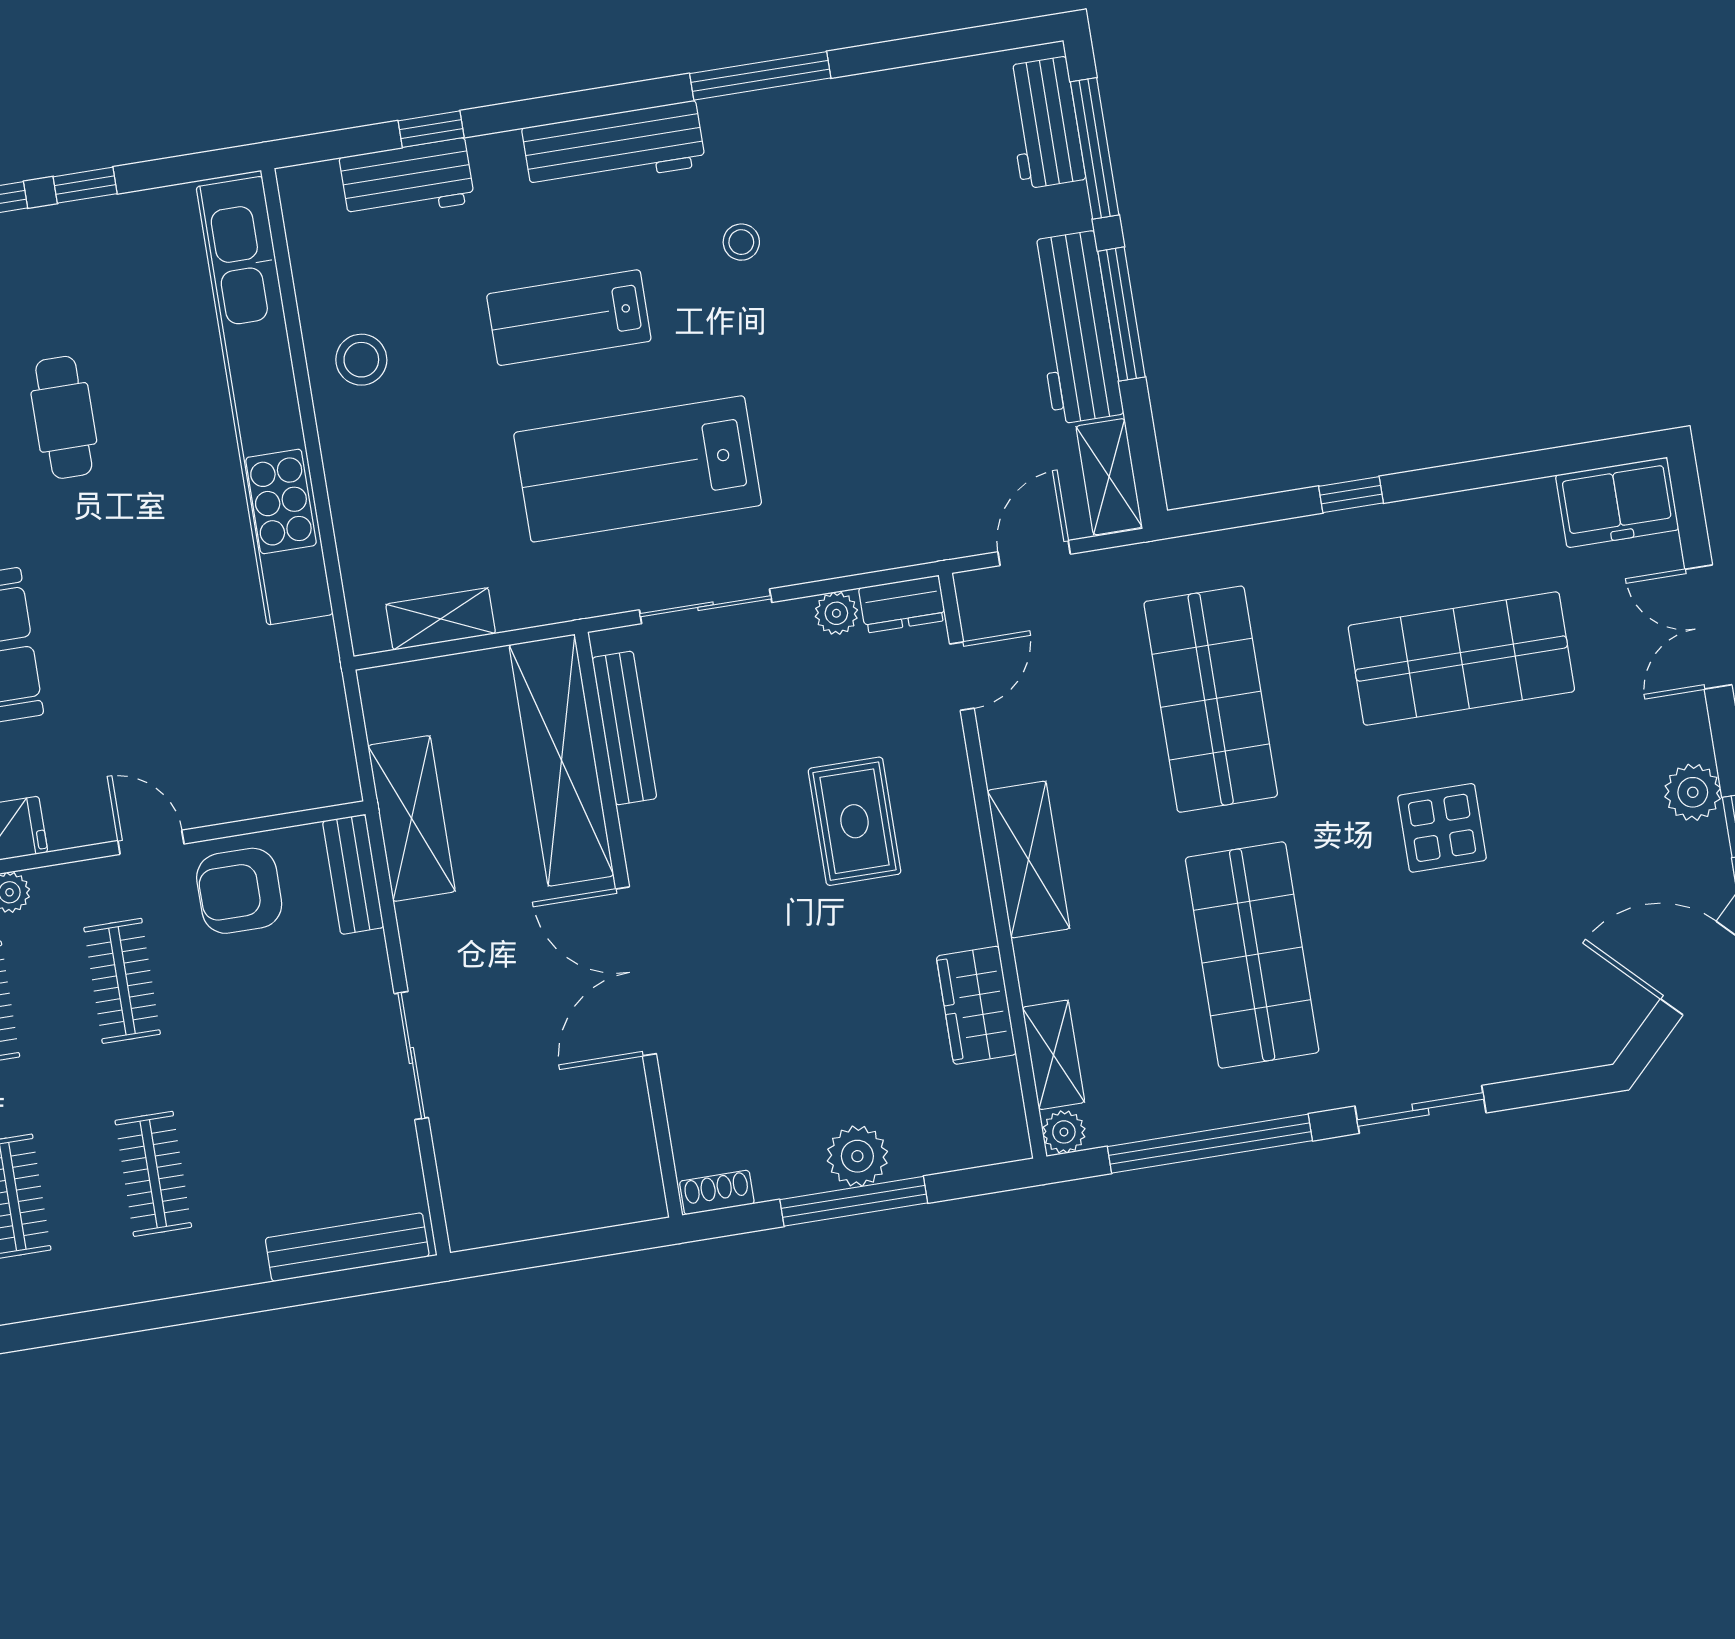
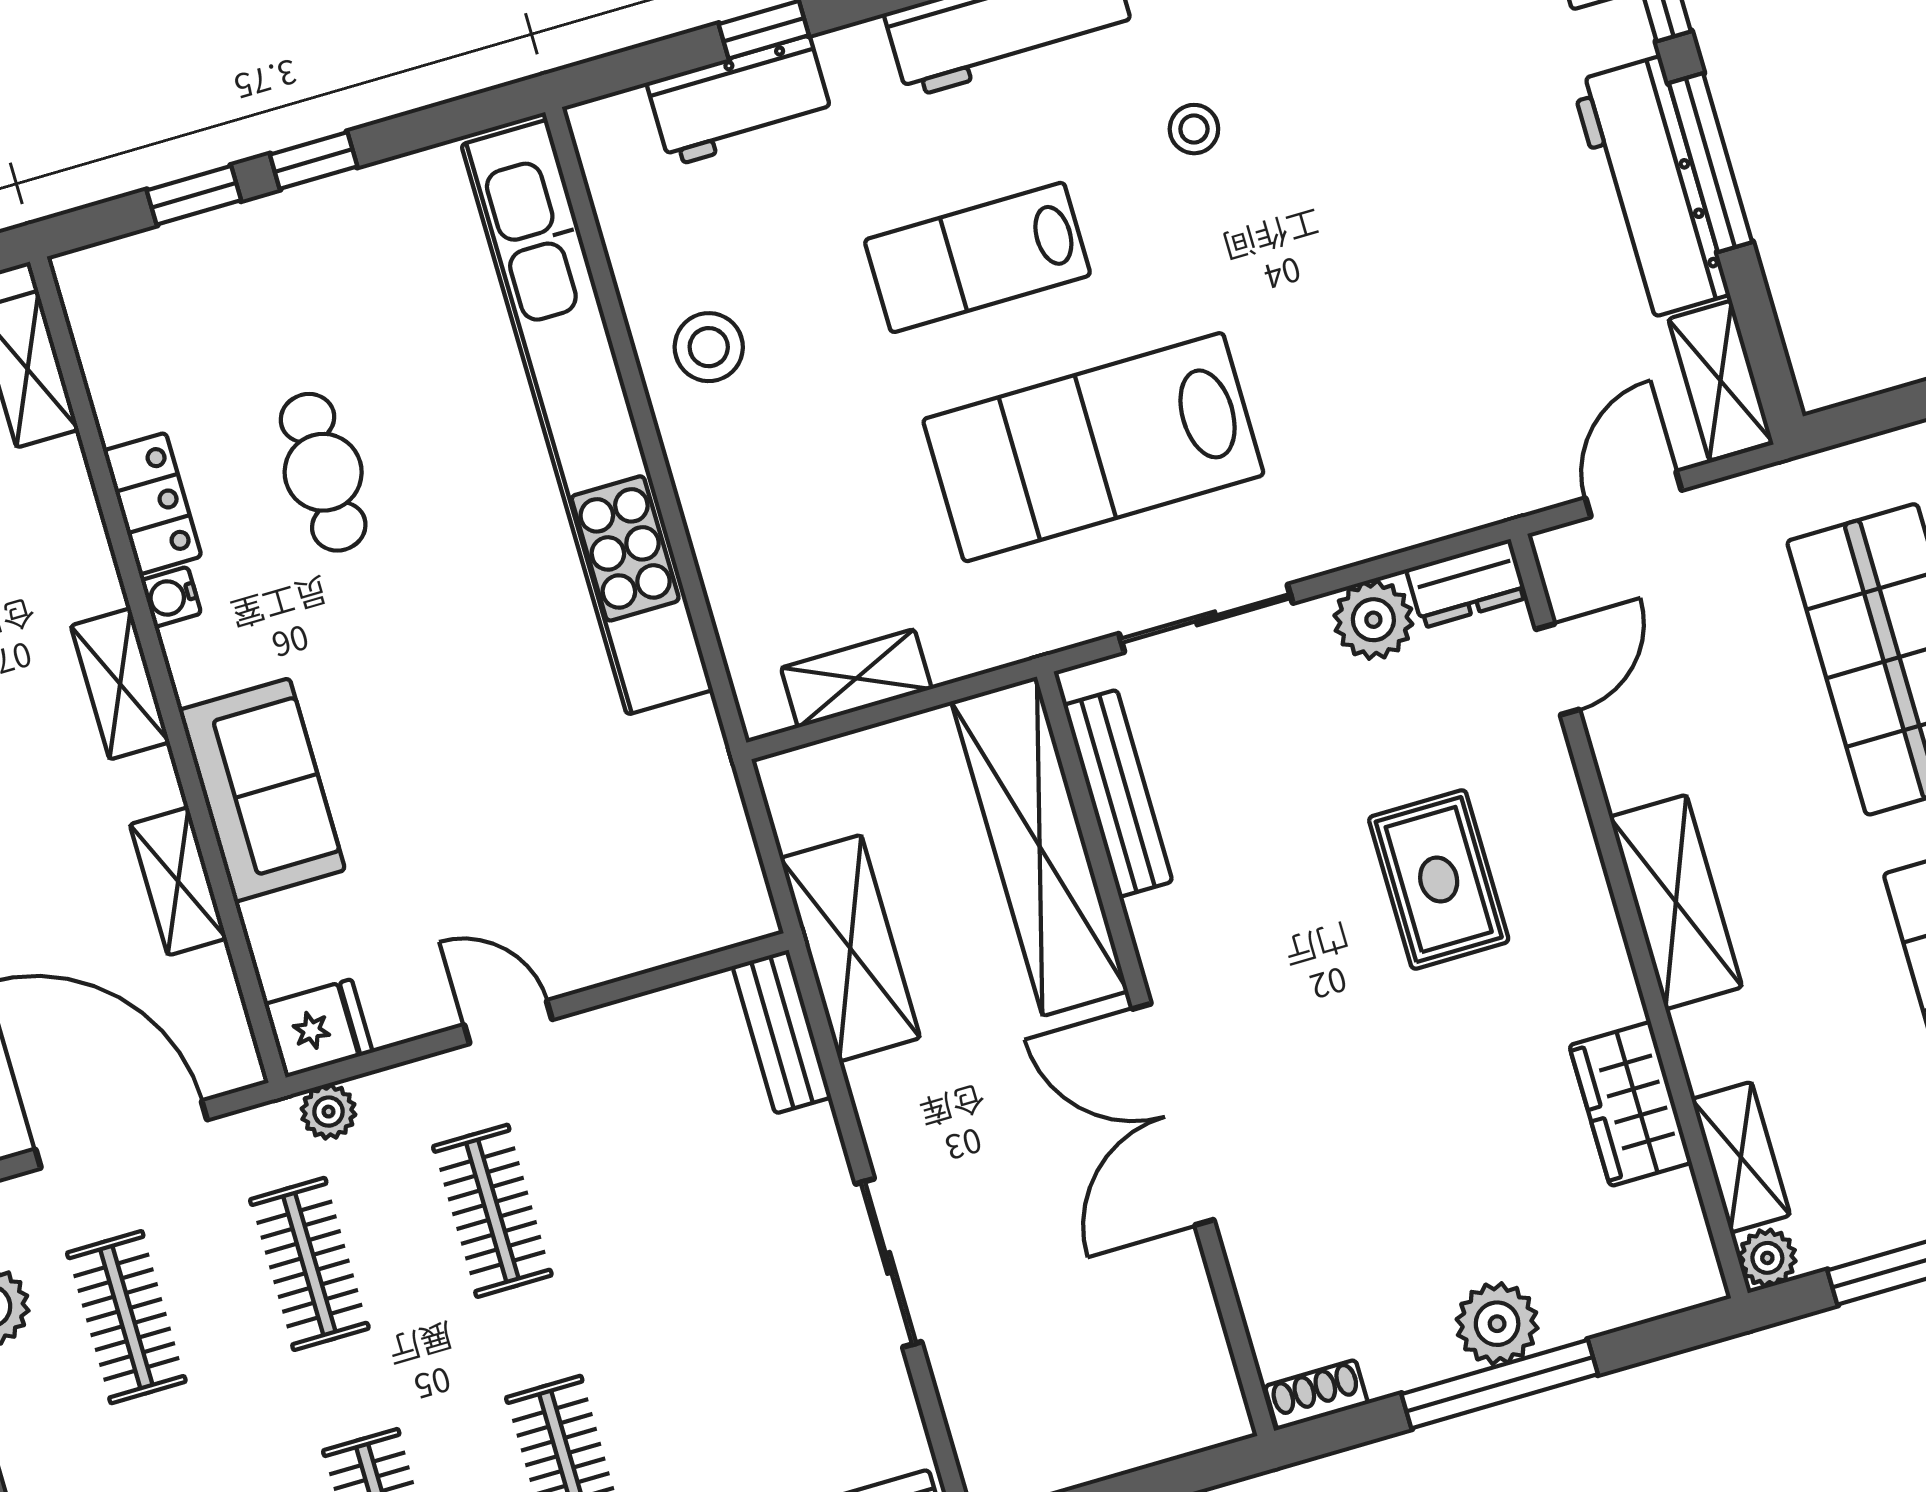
plant: (836, 613) -> (1373, 620), width x1.38, depth x1.38
armchair: (239, 891) -> (633, 1072), removed

